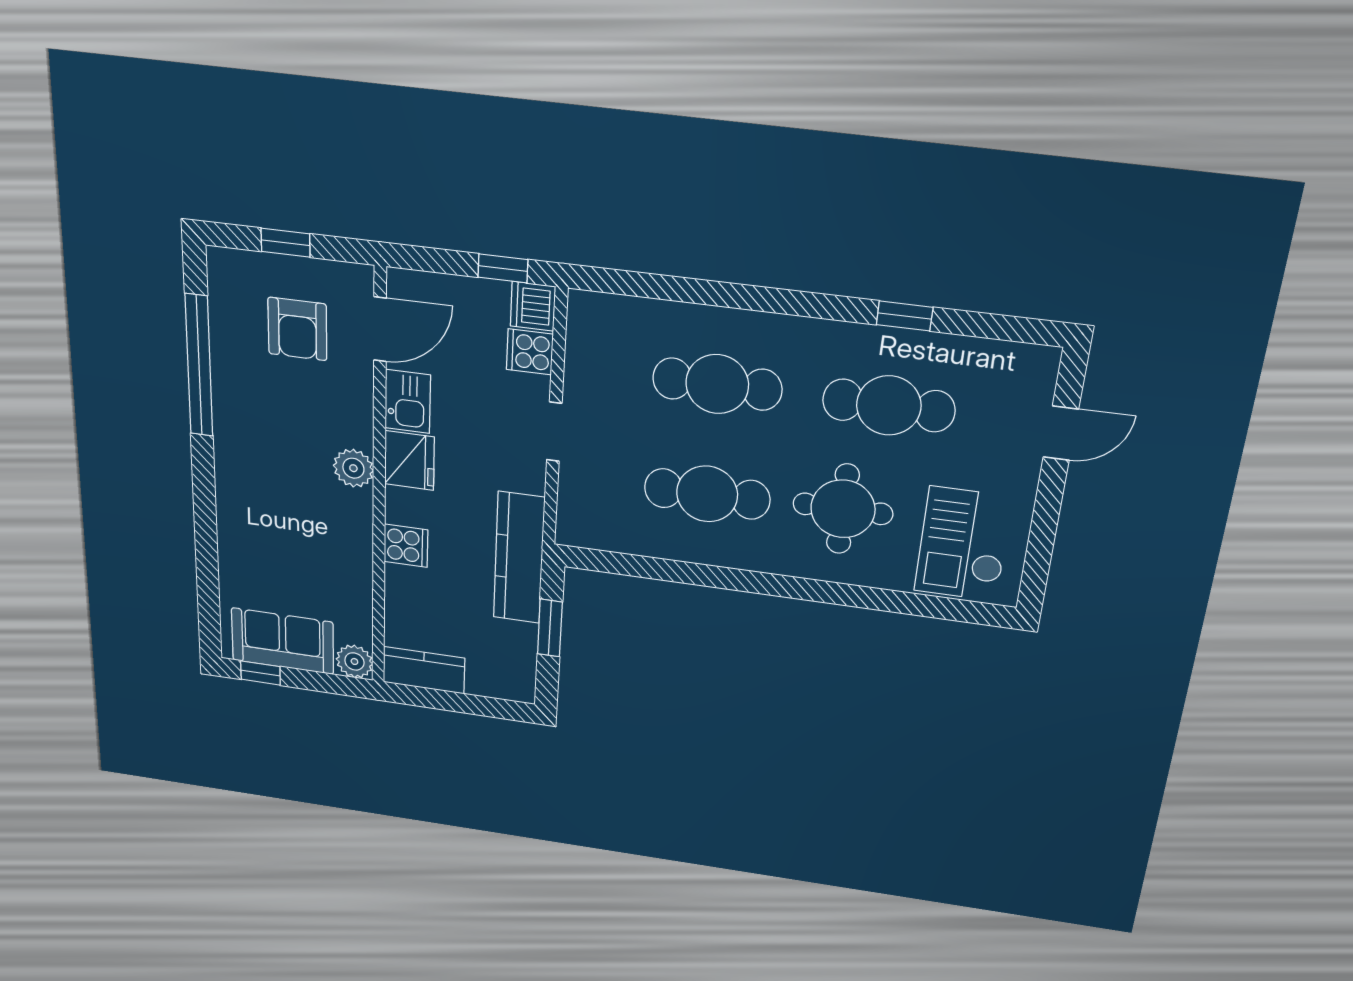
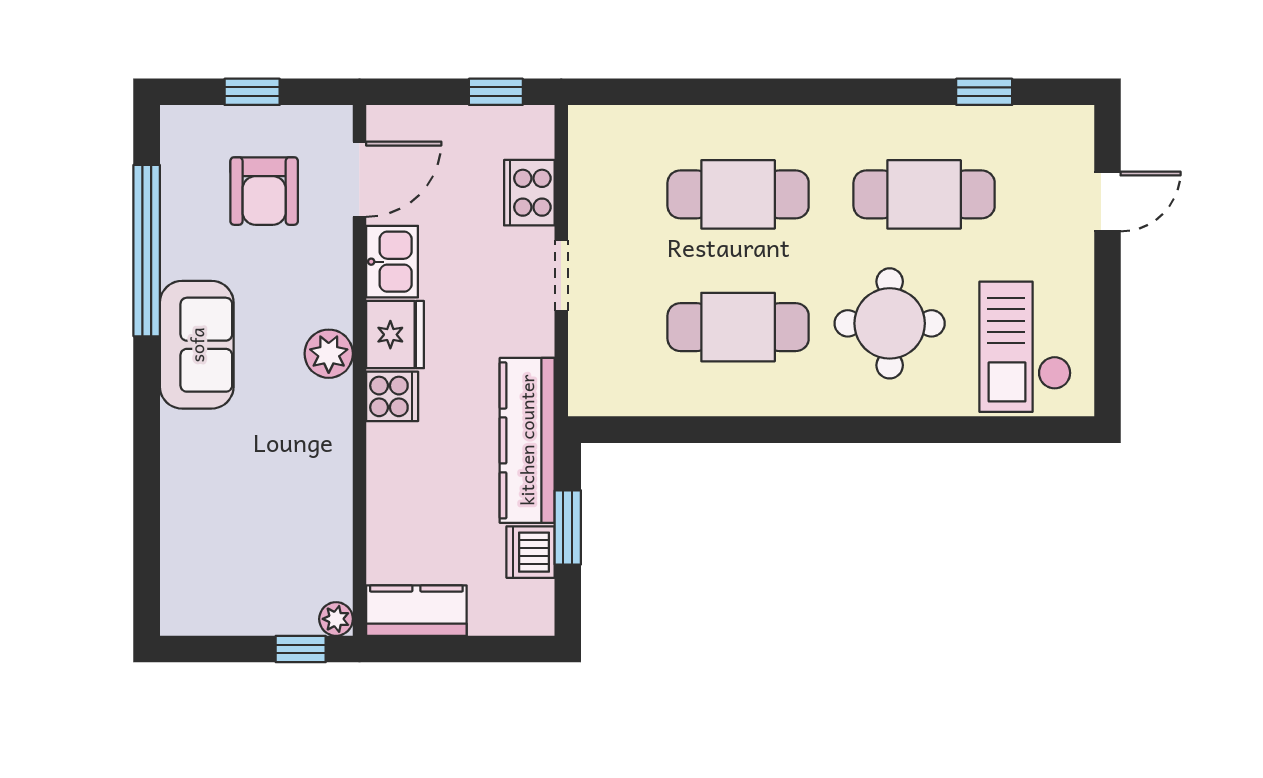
dishwasher: (533, 306) -> (531, 552), moved
window: (905, 316) -> (984, 92), moved
cooker: (530, 352) -> (529, 193), width x1.36
cooker: (406, 546) -> (392, 396), moved
sofa: (283, 641) -> (197, 345), moved, turned 90
plant: (354, 661) -> (336, 619), width x0.73, depth x0.73
window: (260, 673) -> (301, 649), moved

